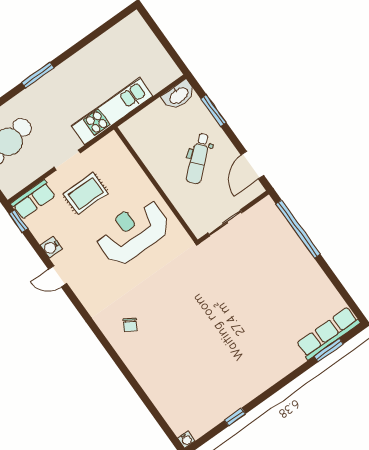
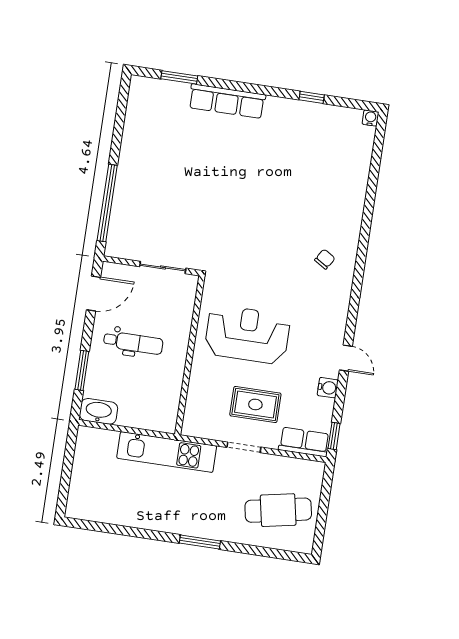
dental chair: (198, 158) -> (133, 343), turned 41
reception desk: (133, 232) -> (247, 335), turned 180
row of seats: (328, 333) -> (227, 101), moved

